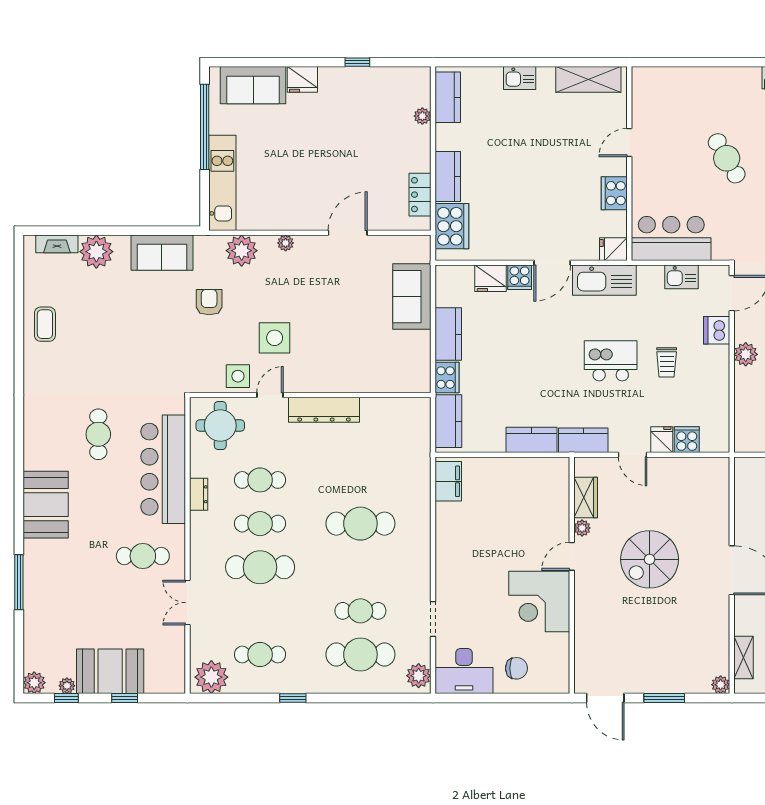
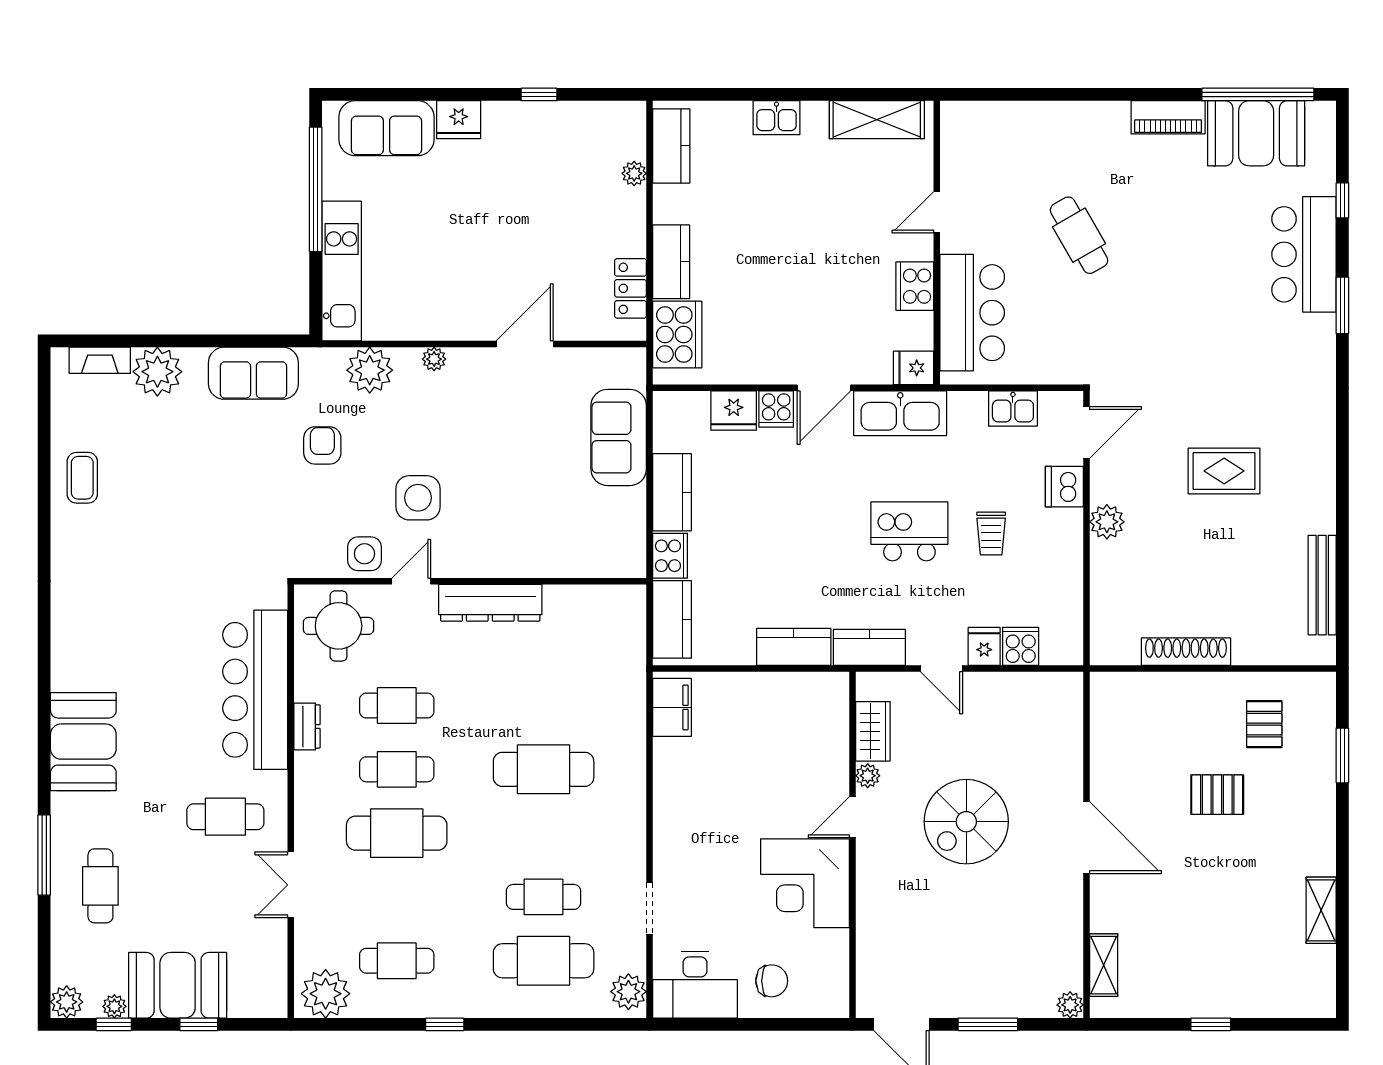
bar counter: (671, 238) -> (972, 313), moved, turned 90
cafe table: (98, 434) -> (100, 886), moved

